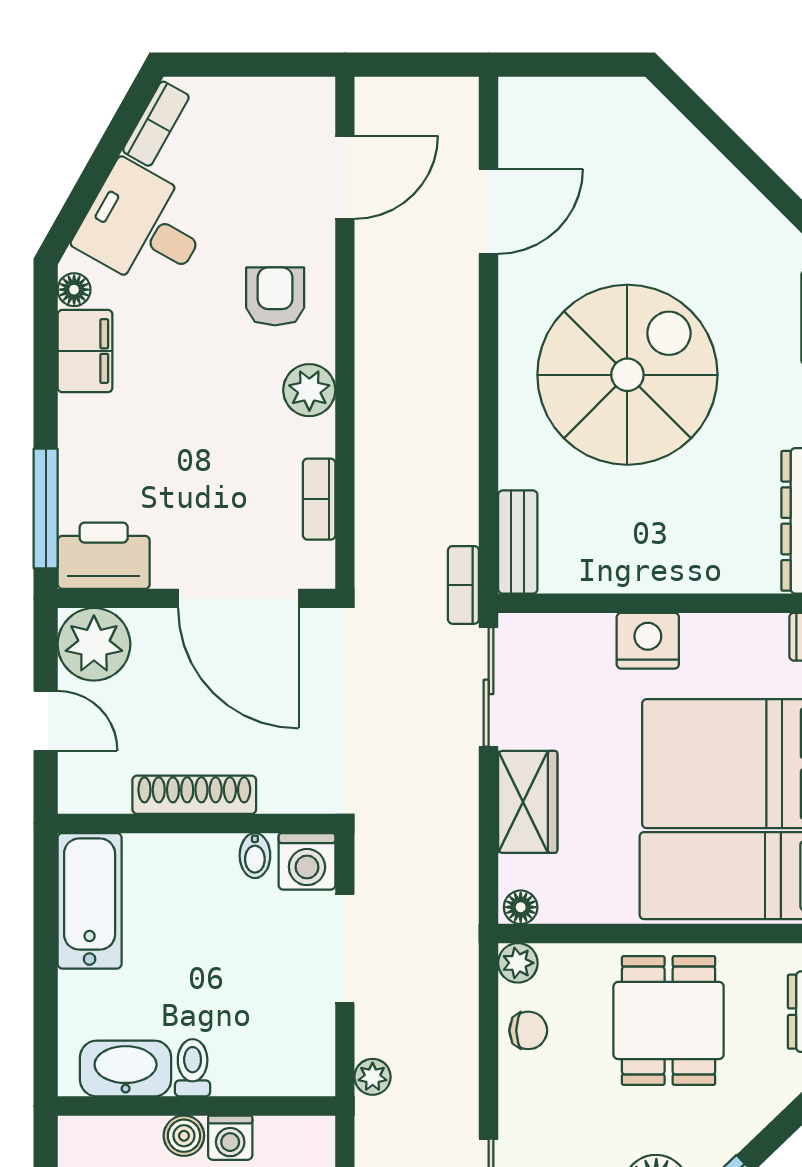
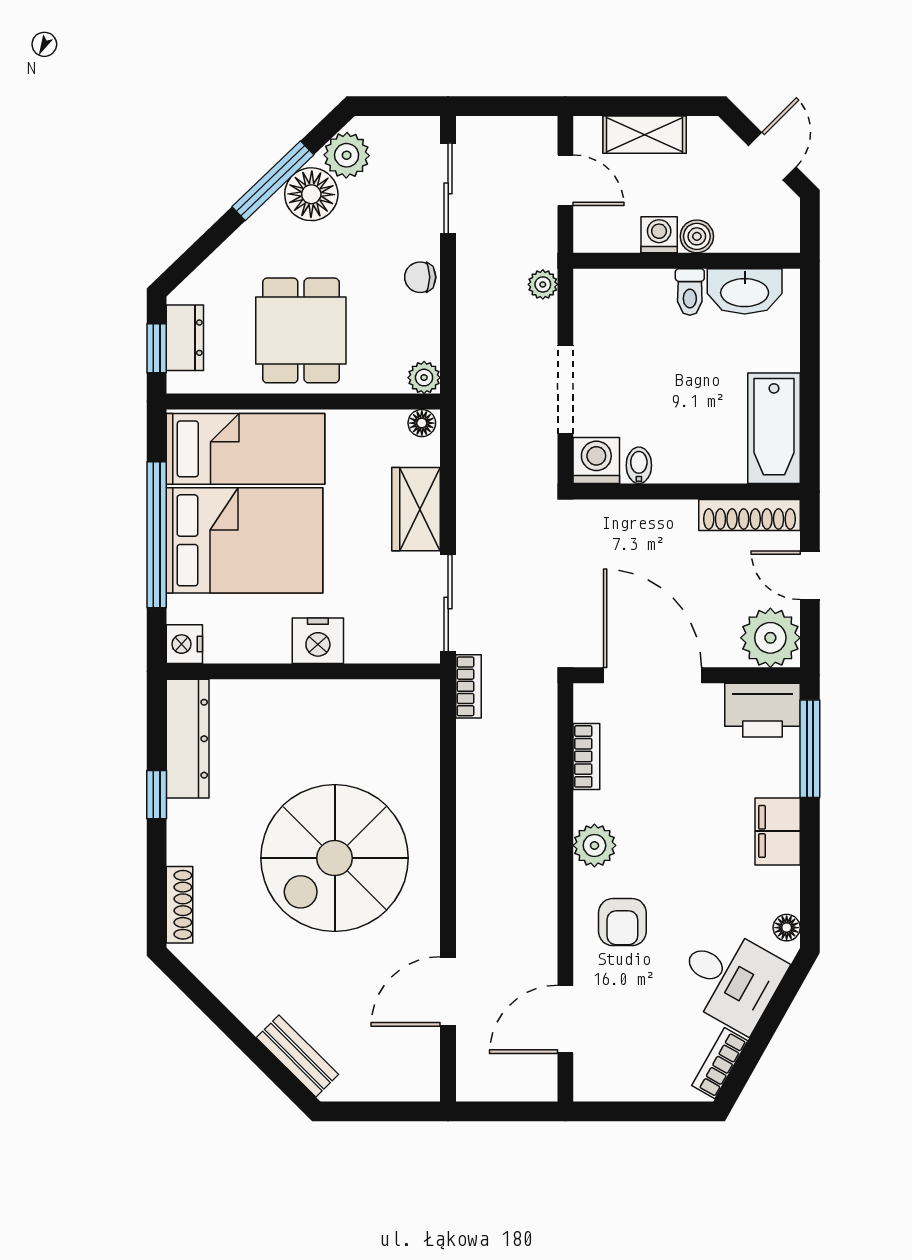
filing cabinet: (85, 351) -> (778, 831), moved
bench: (518, 542) -> (297, 1056), moved, turned -45
shoe rack: (194, 795) -> (749, 515), moved
chair: (528, 1030) -> (420, 277), moved

